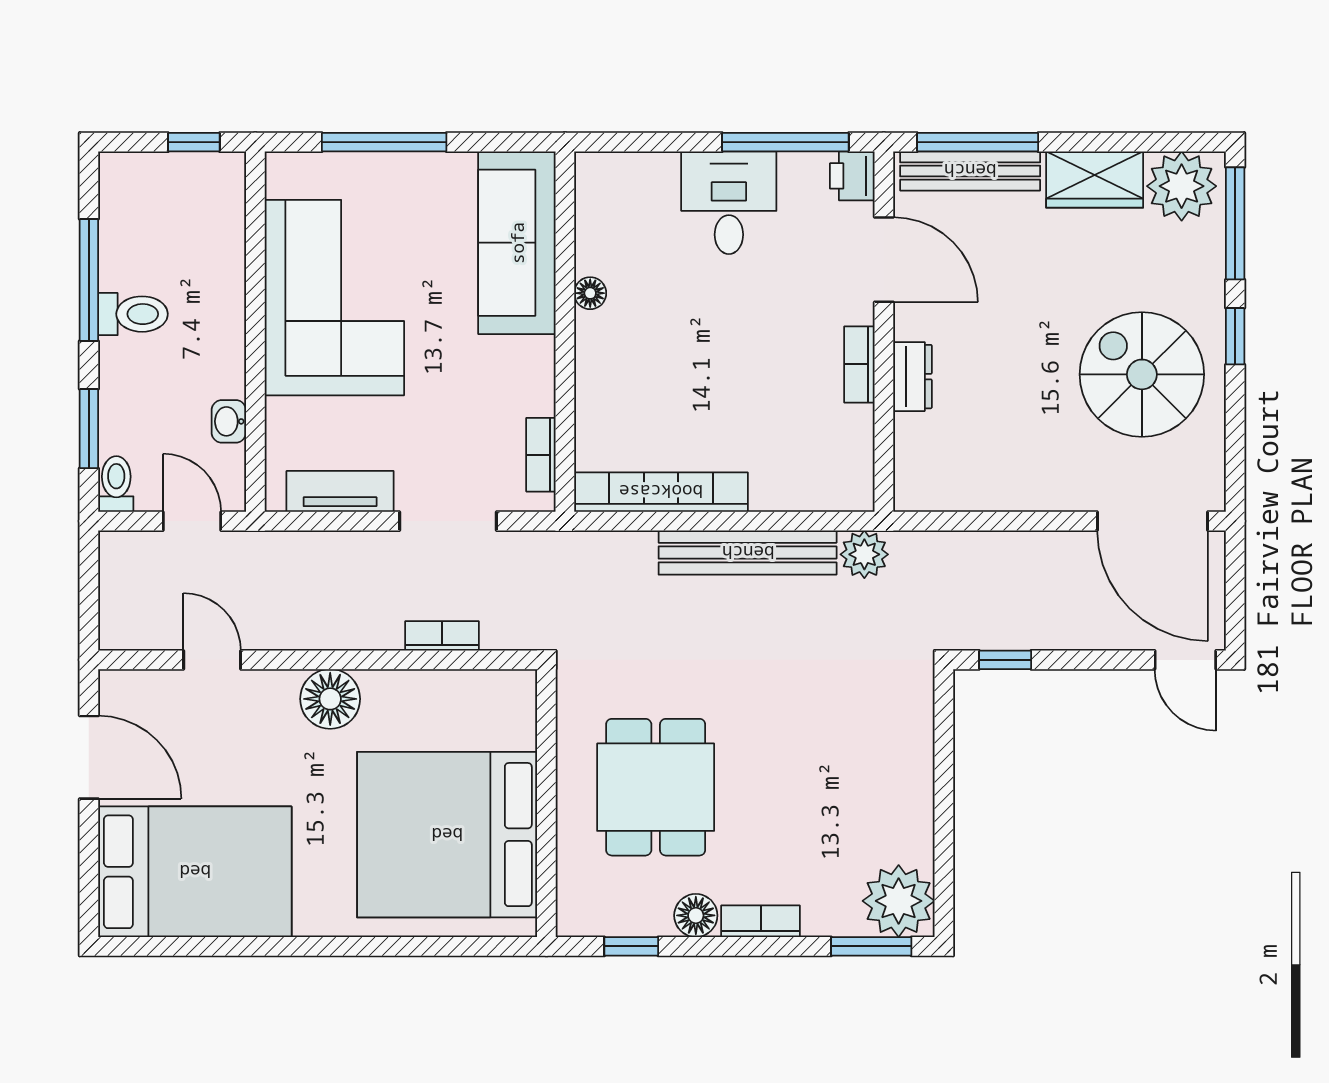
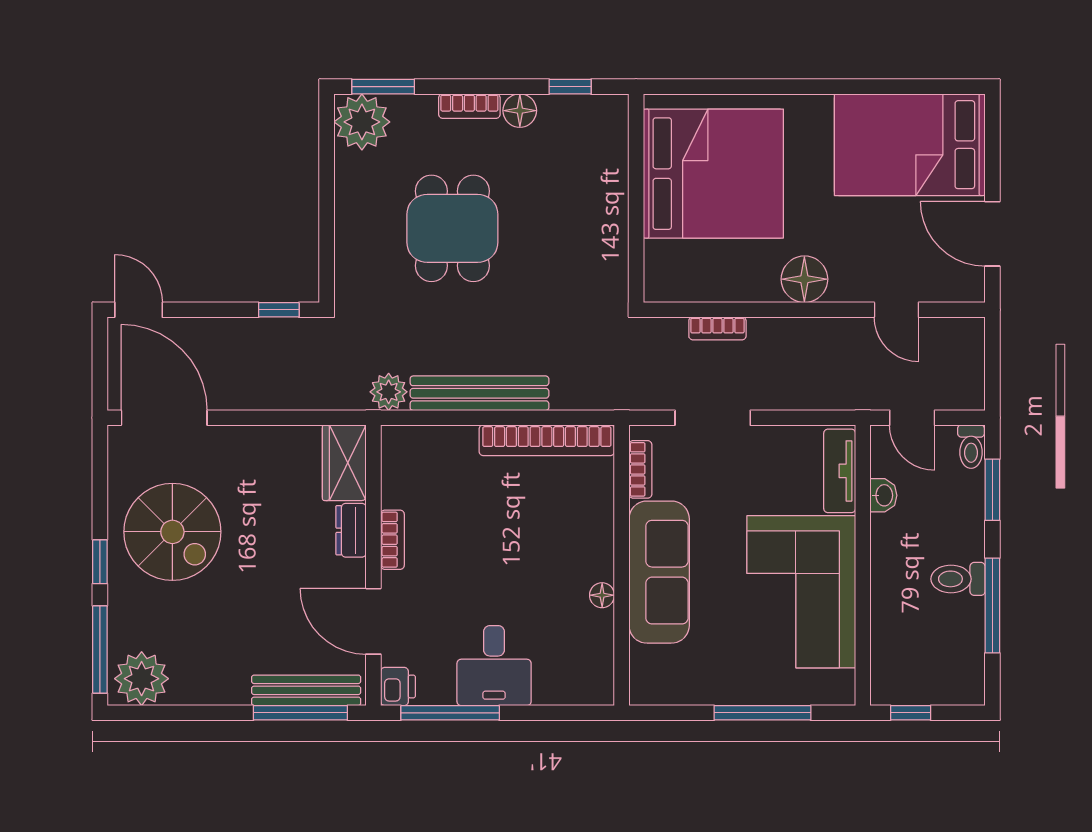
wardrobe: (1095, 180) -> (344, 463), moved, turned -90
sofa: (517, 243) -> (659, 572), moved
tv unit: (340, 491) -> (840, 471), moved, turned 90
dining table: (656, 787) -> (452, 228), moved

